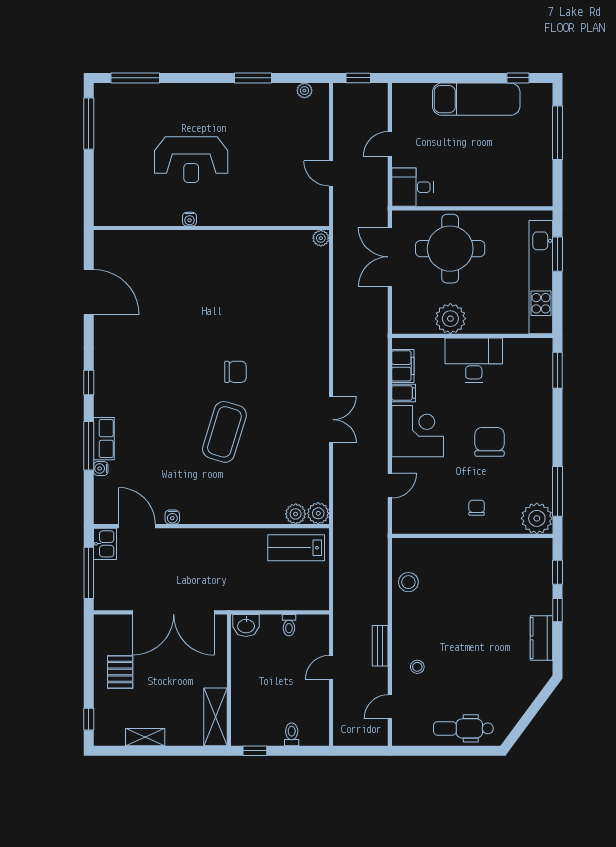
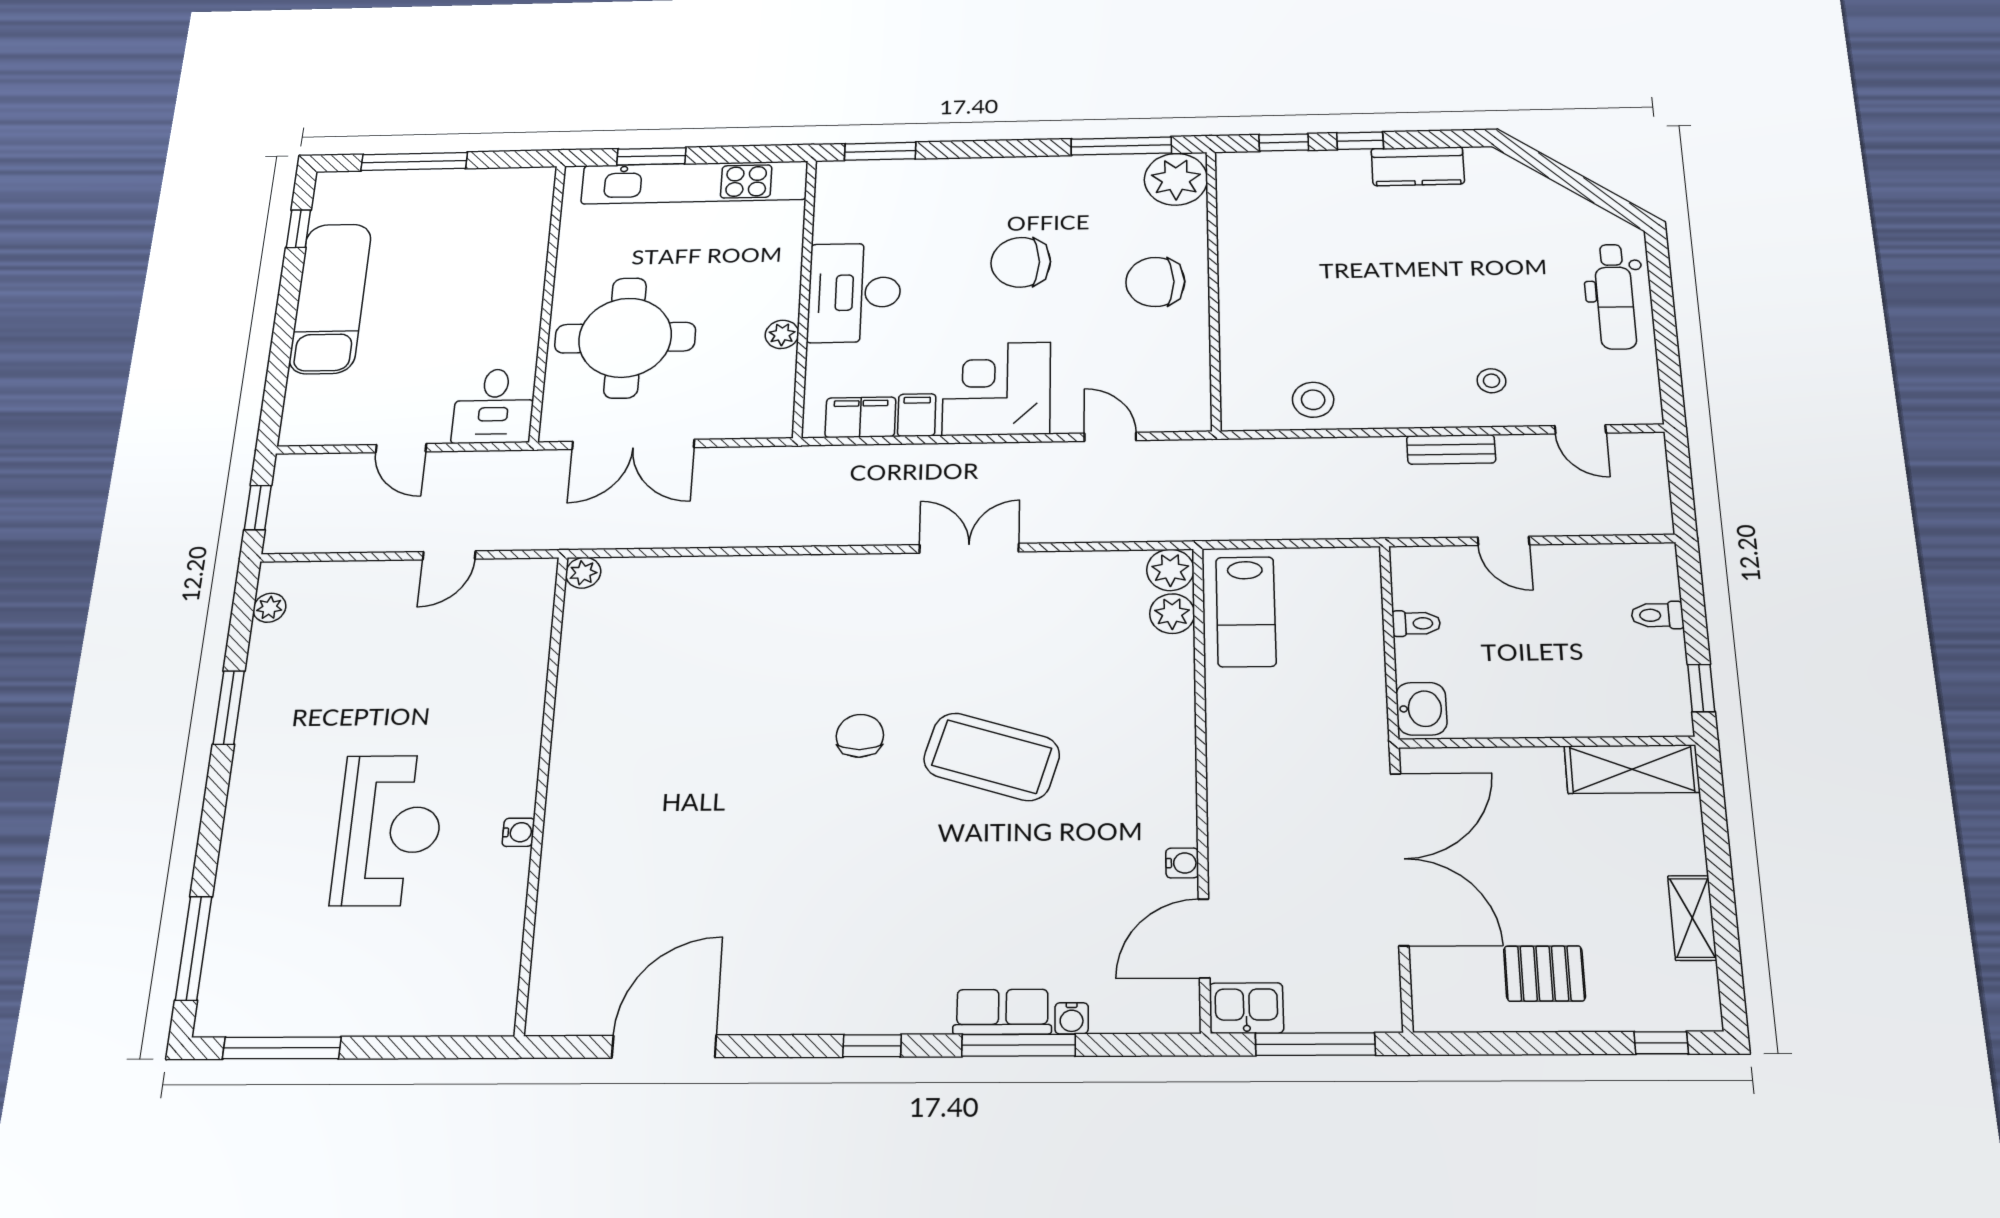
plant: (450, 319) -> (782, 334), width x0.53, depth x0.53
chair: (477, 508) -> (1155, 282), width x1.87, depth x1.87

